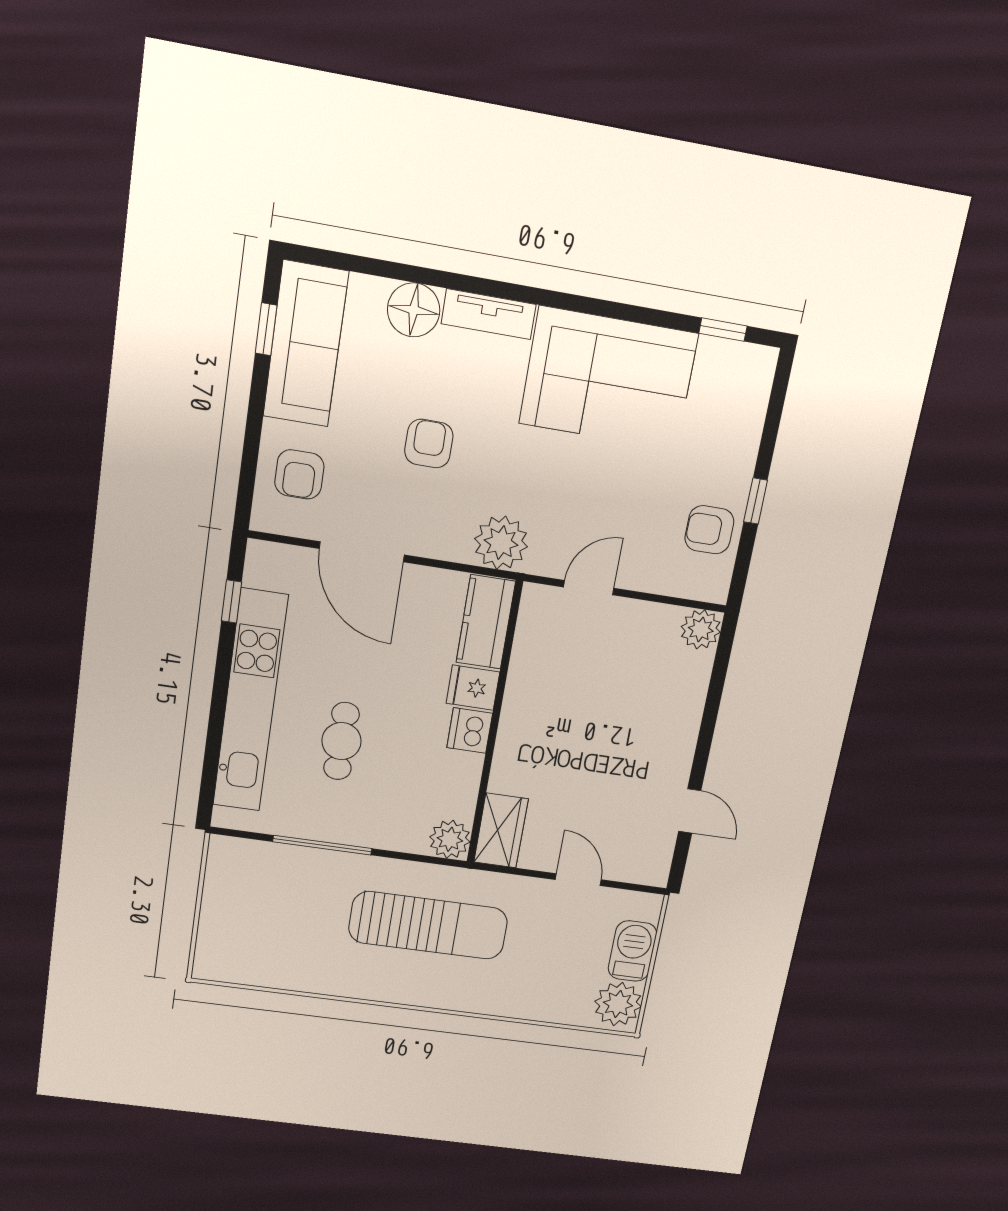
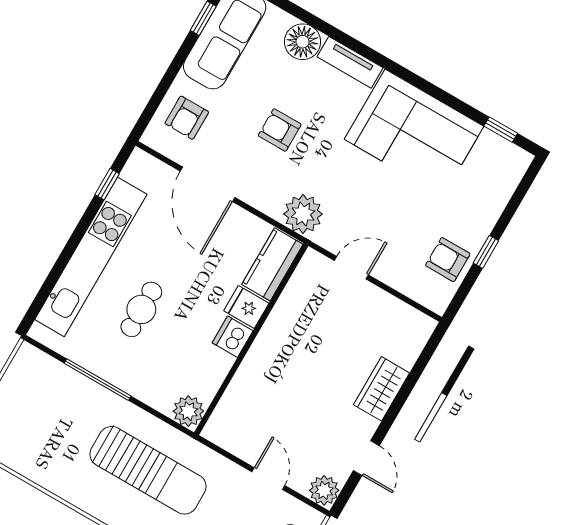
armchair: (429, 444) -> (280, 130), turned -90
plant: (701, 629) -> (324, 490), moved
wardrobe: (501, 831) -> (382, 389), moved, turned 180

